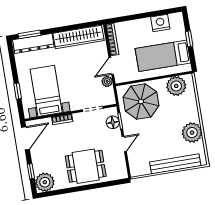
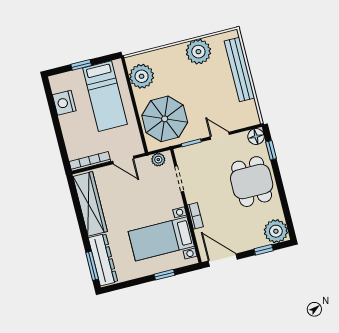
plant: (107, 81) -> (158, 160), moved
floor lamp: (113, 122) -> (256, 137), moved
window: (109, 184) -> (271, 150), added

